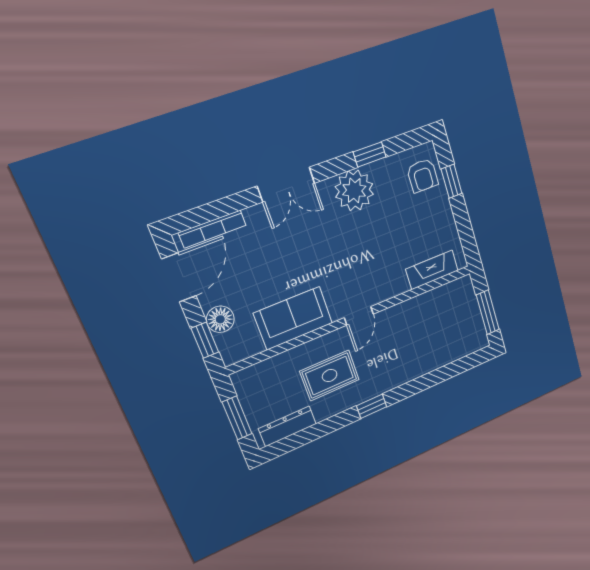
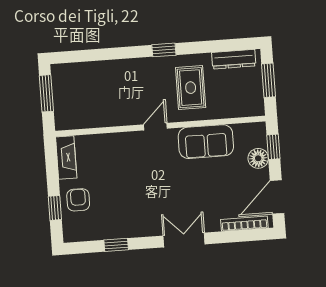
armchair: (422, 175) -> (78, 200), moved
plant: (354, 190) -> (135, 222), removed
fireplace: (432, 270) -> (66, 157), moved, turned -90
rug: (330, 375) -> (191, 88), turned 90

